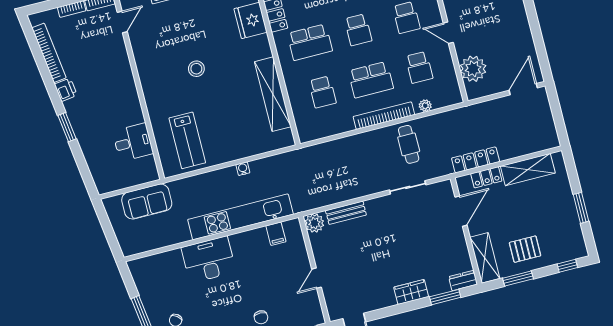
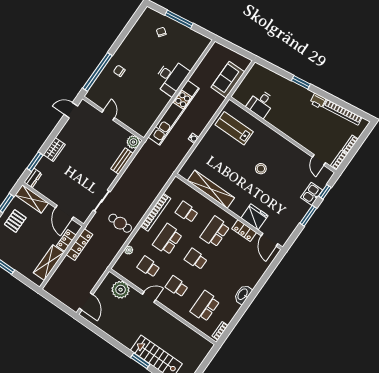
bookcase: (384, 116) -> (156, 212), moved
filing cabinet: (276, 234) -> (148, 120), removed

